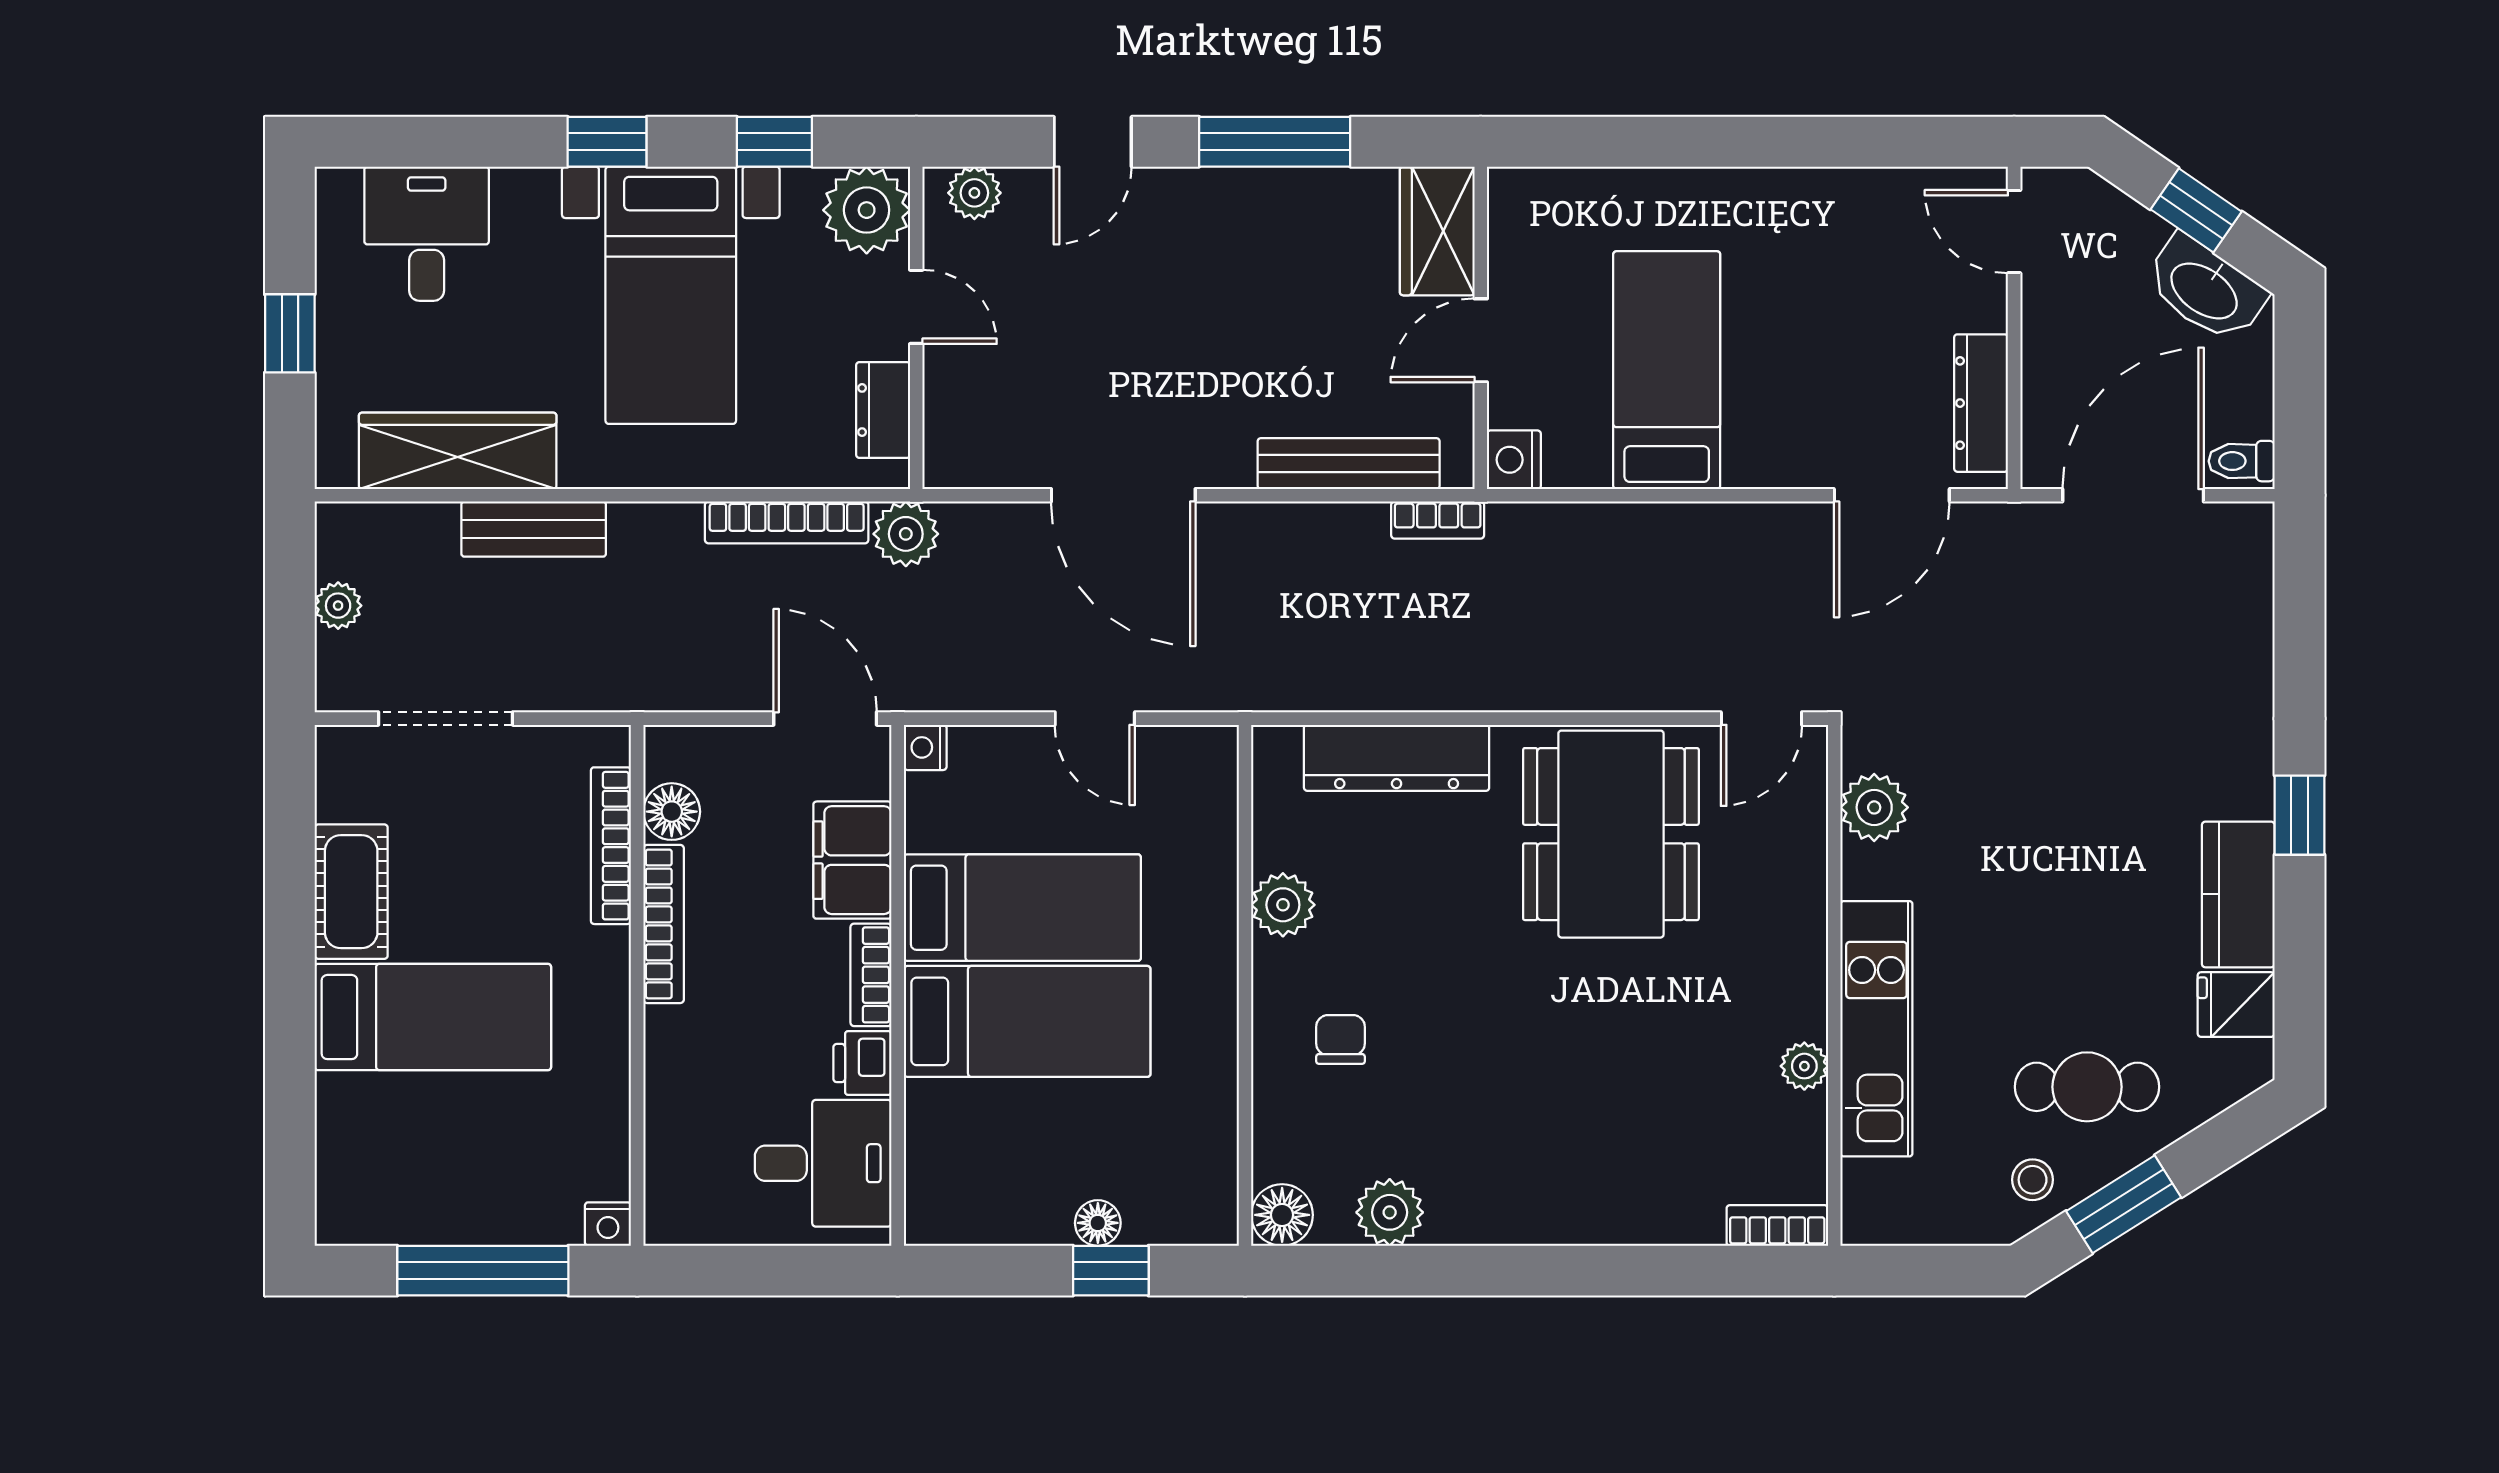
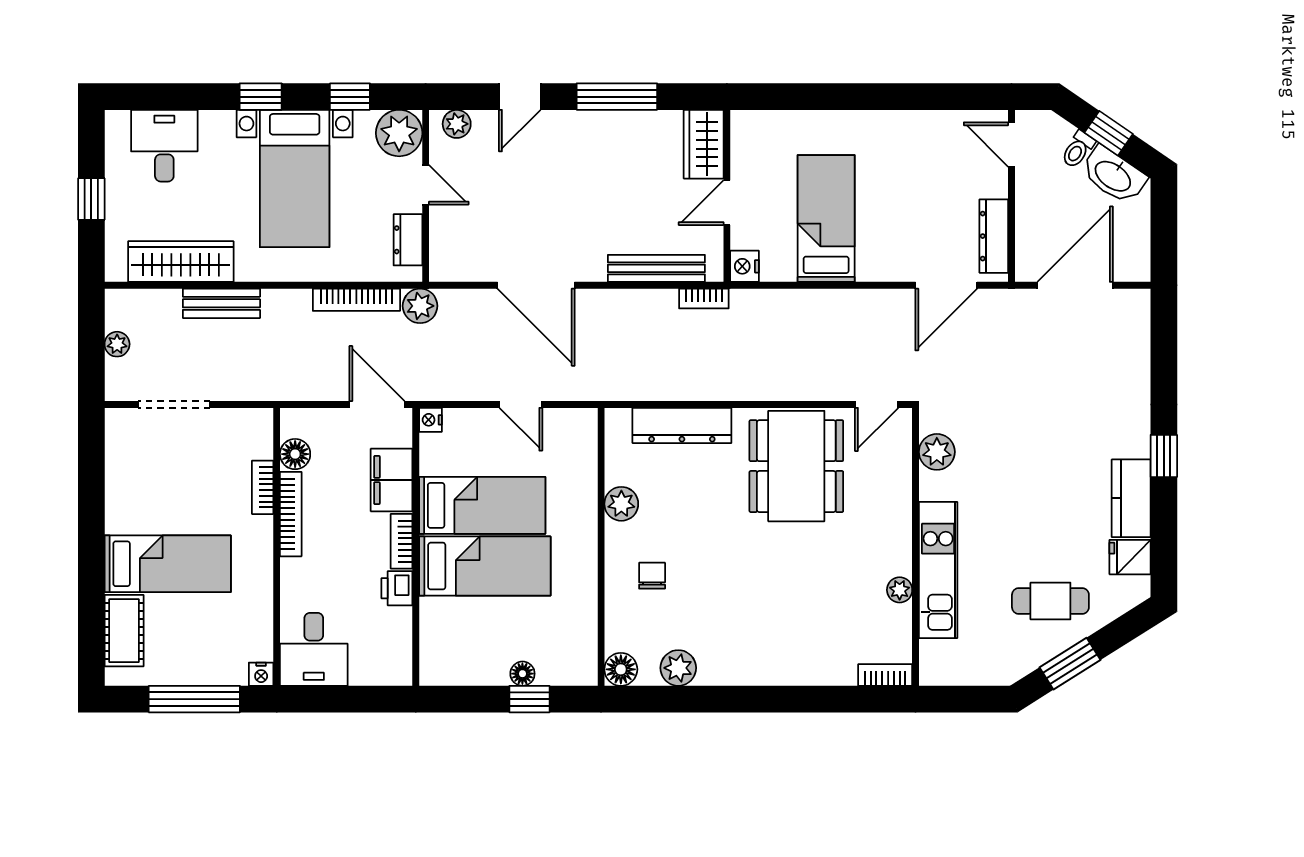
toilet: (2242, 461) -> (1078, 150), moved, turned -56
bookcase: (611, 846) -> (263, 487), width x0.64
cot: (351, 892) -> (124, 631), moved
desk: (823, 1163) -> (314, 649), moved, turned 90
stool: (2033, 1180) -> (1021, 651), removed

